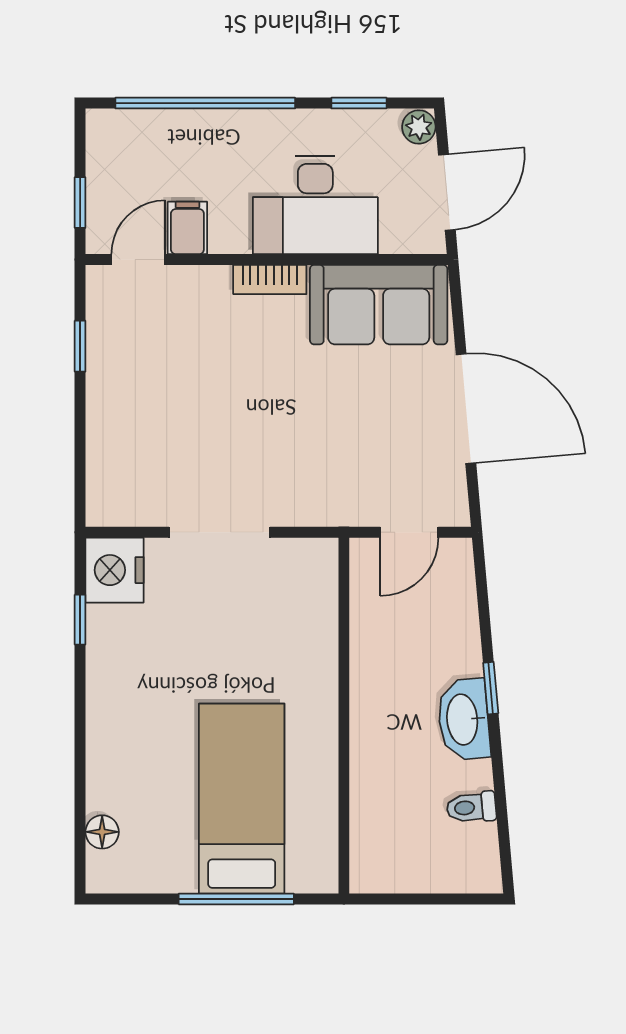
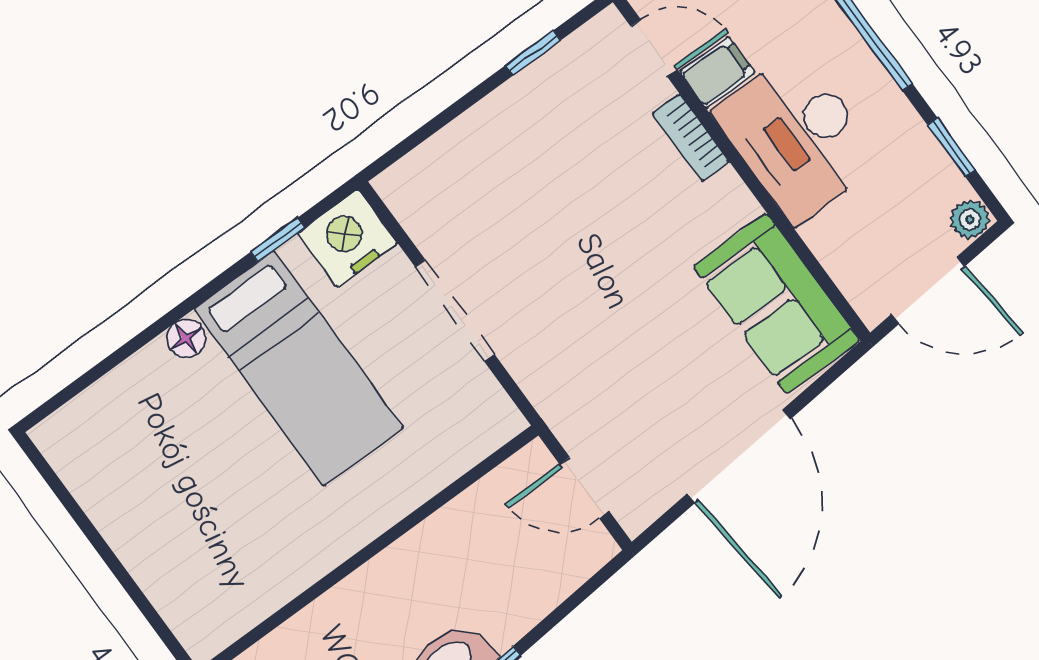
desk: (315, 205) -> (797, 137), moved
bookcase: (270, 280) -> (691, 138), moved
bed: (242, 799) -> (299, 369), moved, turned 90
floor lamp: (102, 832) -> (186, 338), moved
window: (236, 899) -> (123, 577), removed

